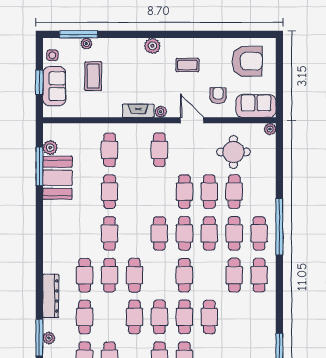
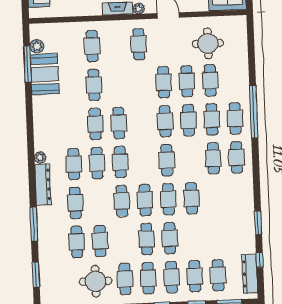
plant: (270, 129) -> (241, 21), removed
cafe table: (159, 233) -> (119, 123), moved
plant: (49, 338) -> (40, 158), moved

